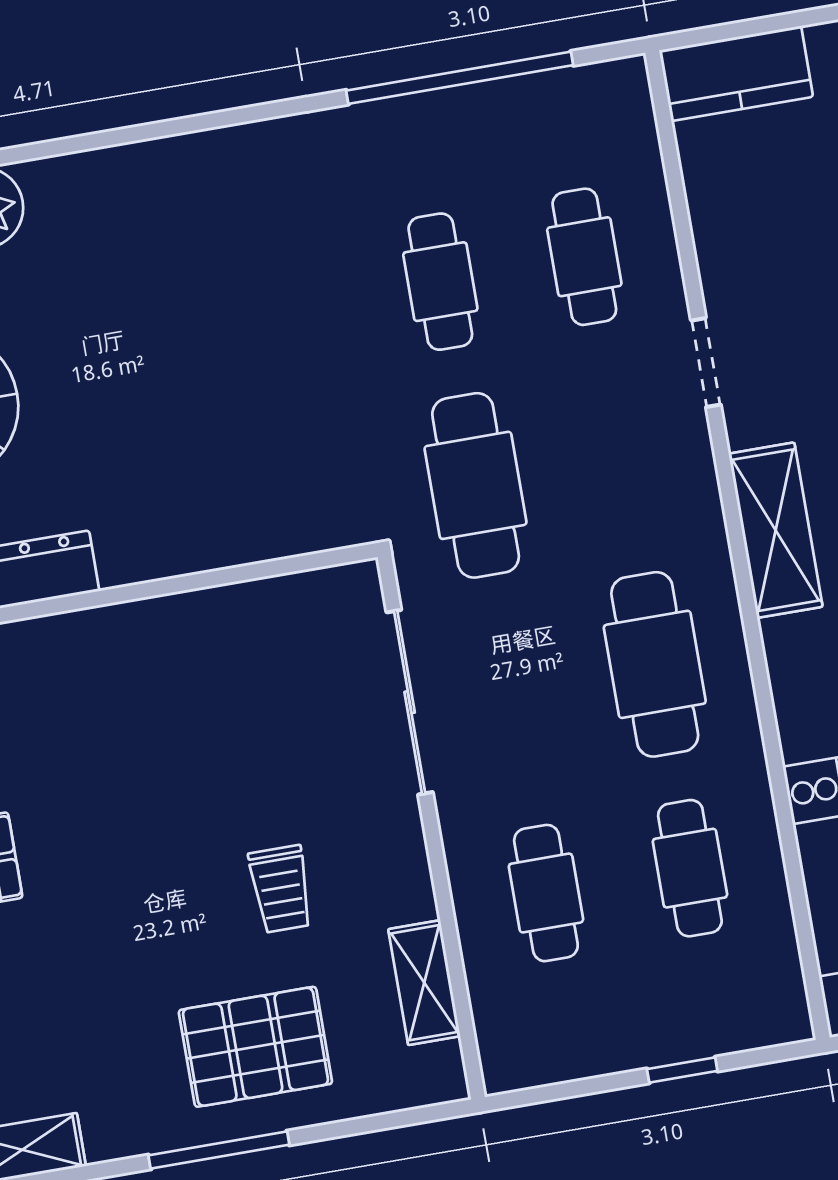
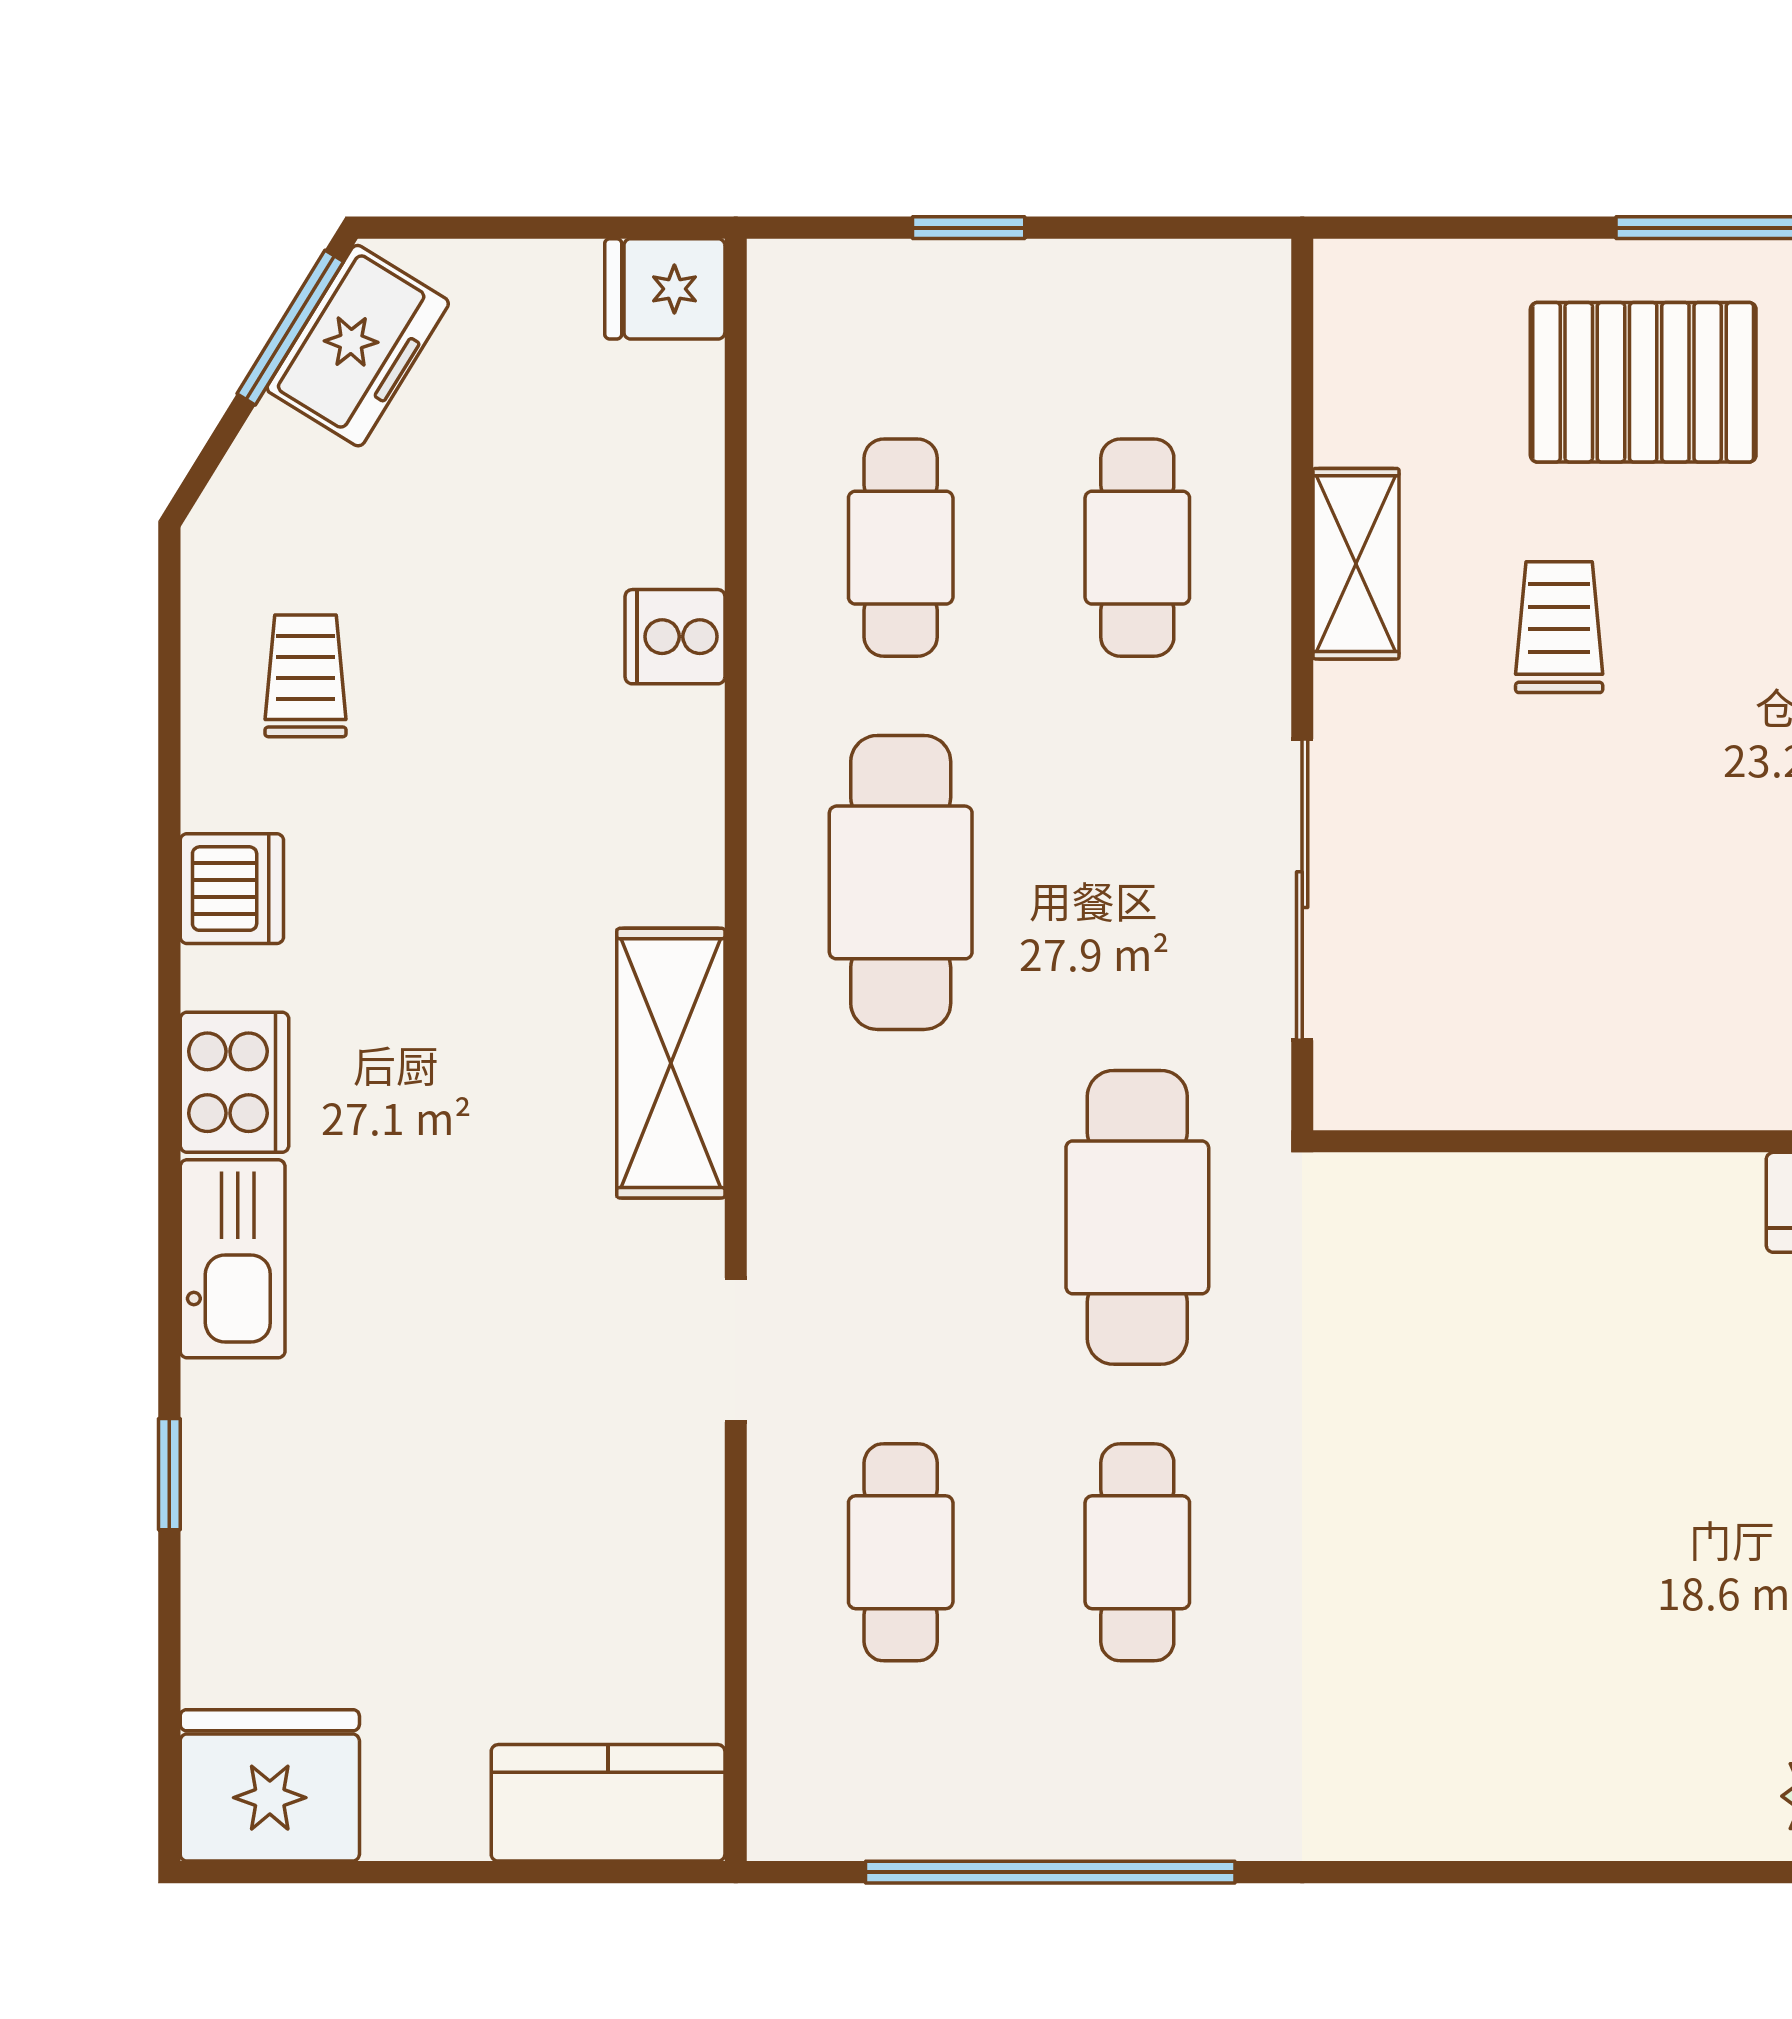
shelving: (424, 983) -> (1356, 564), moved

